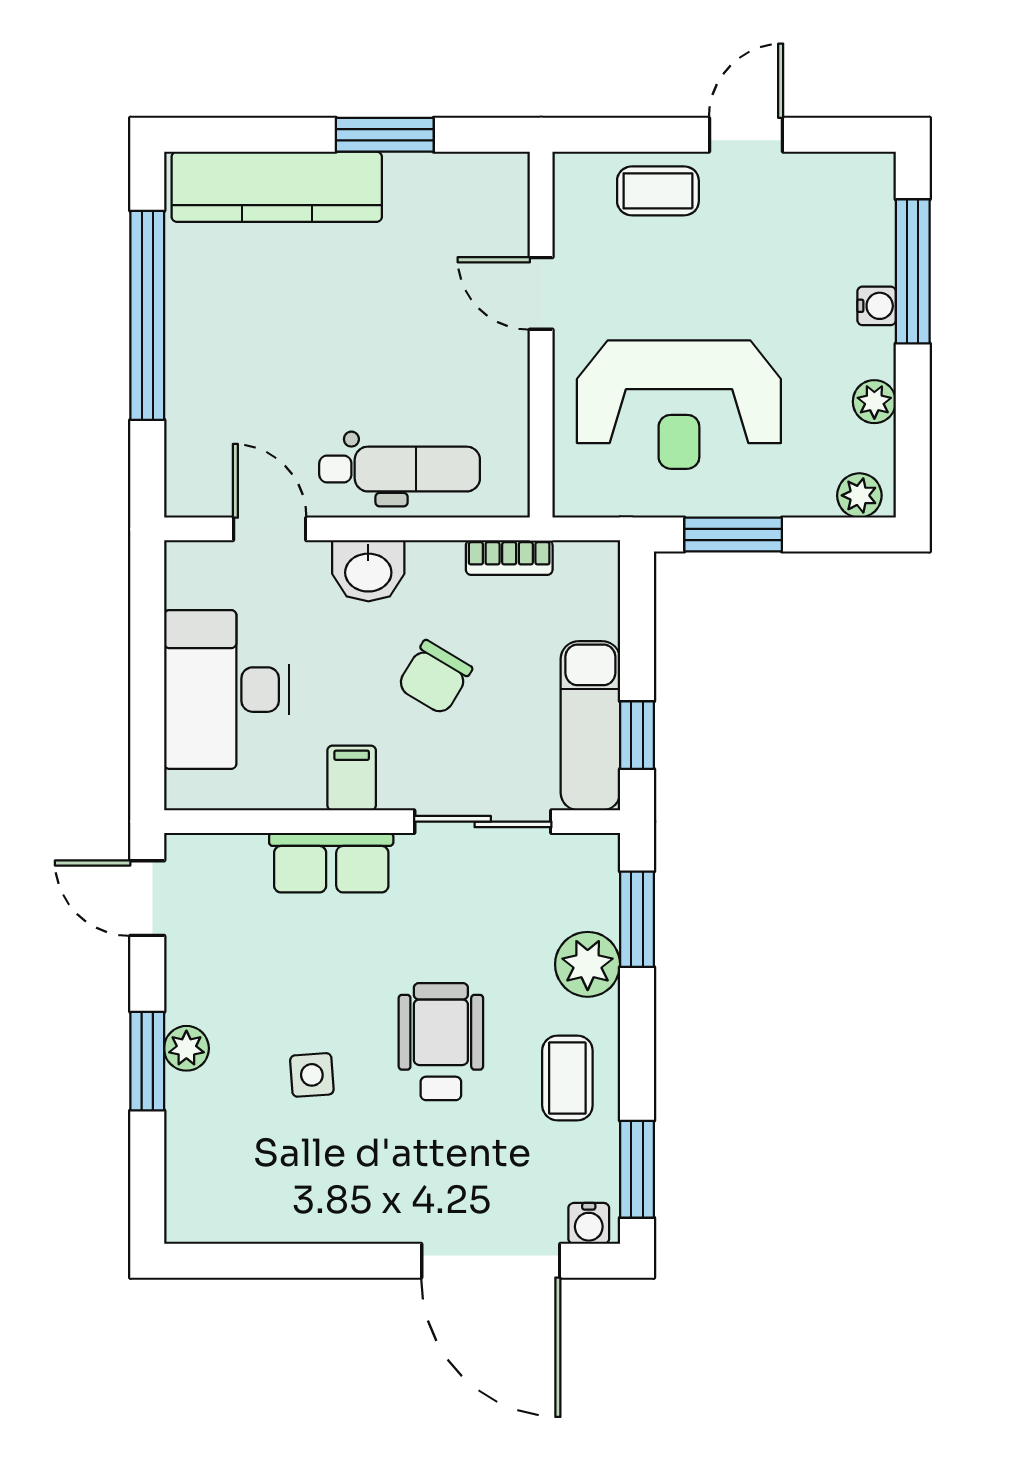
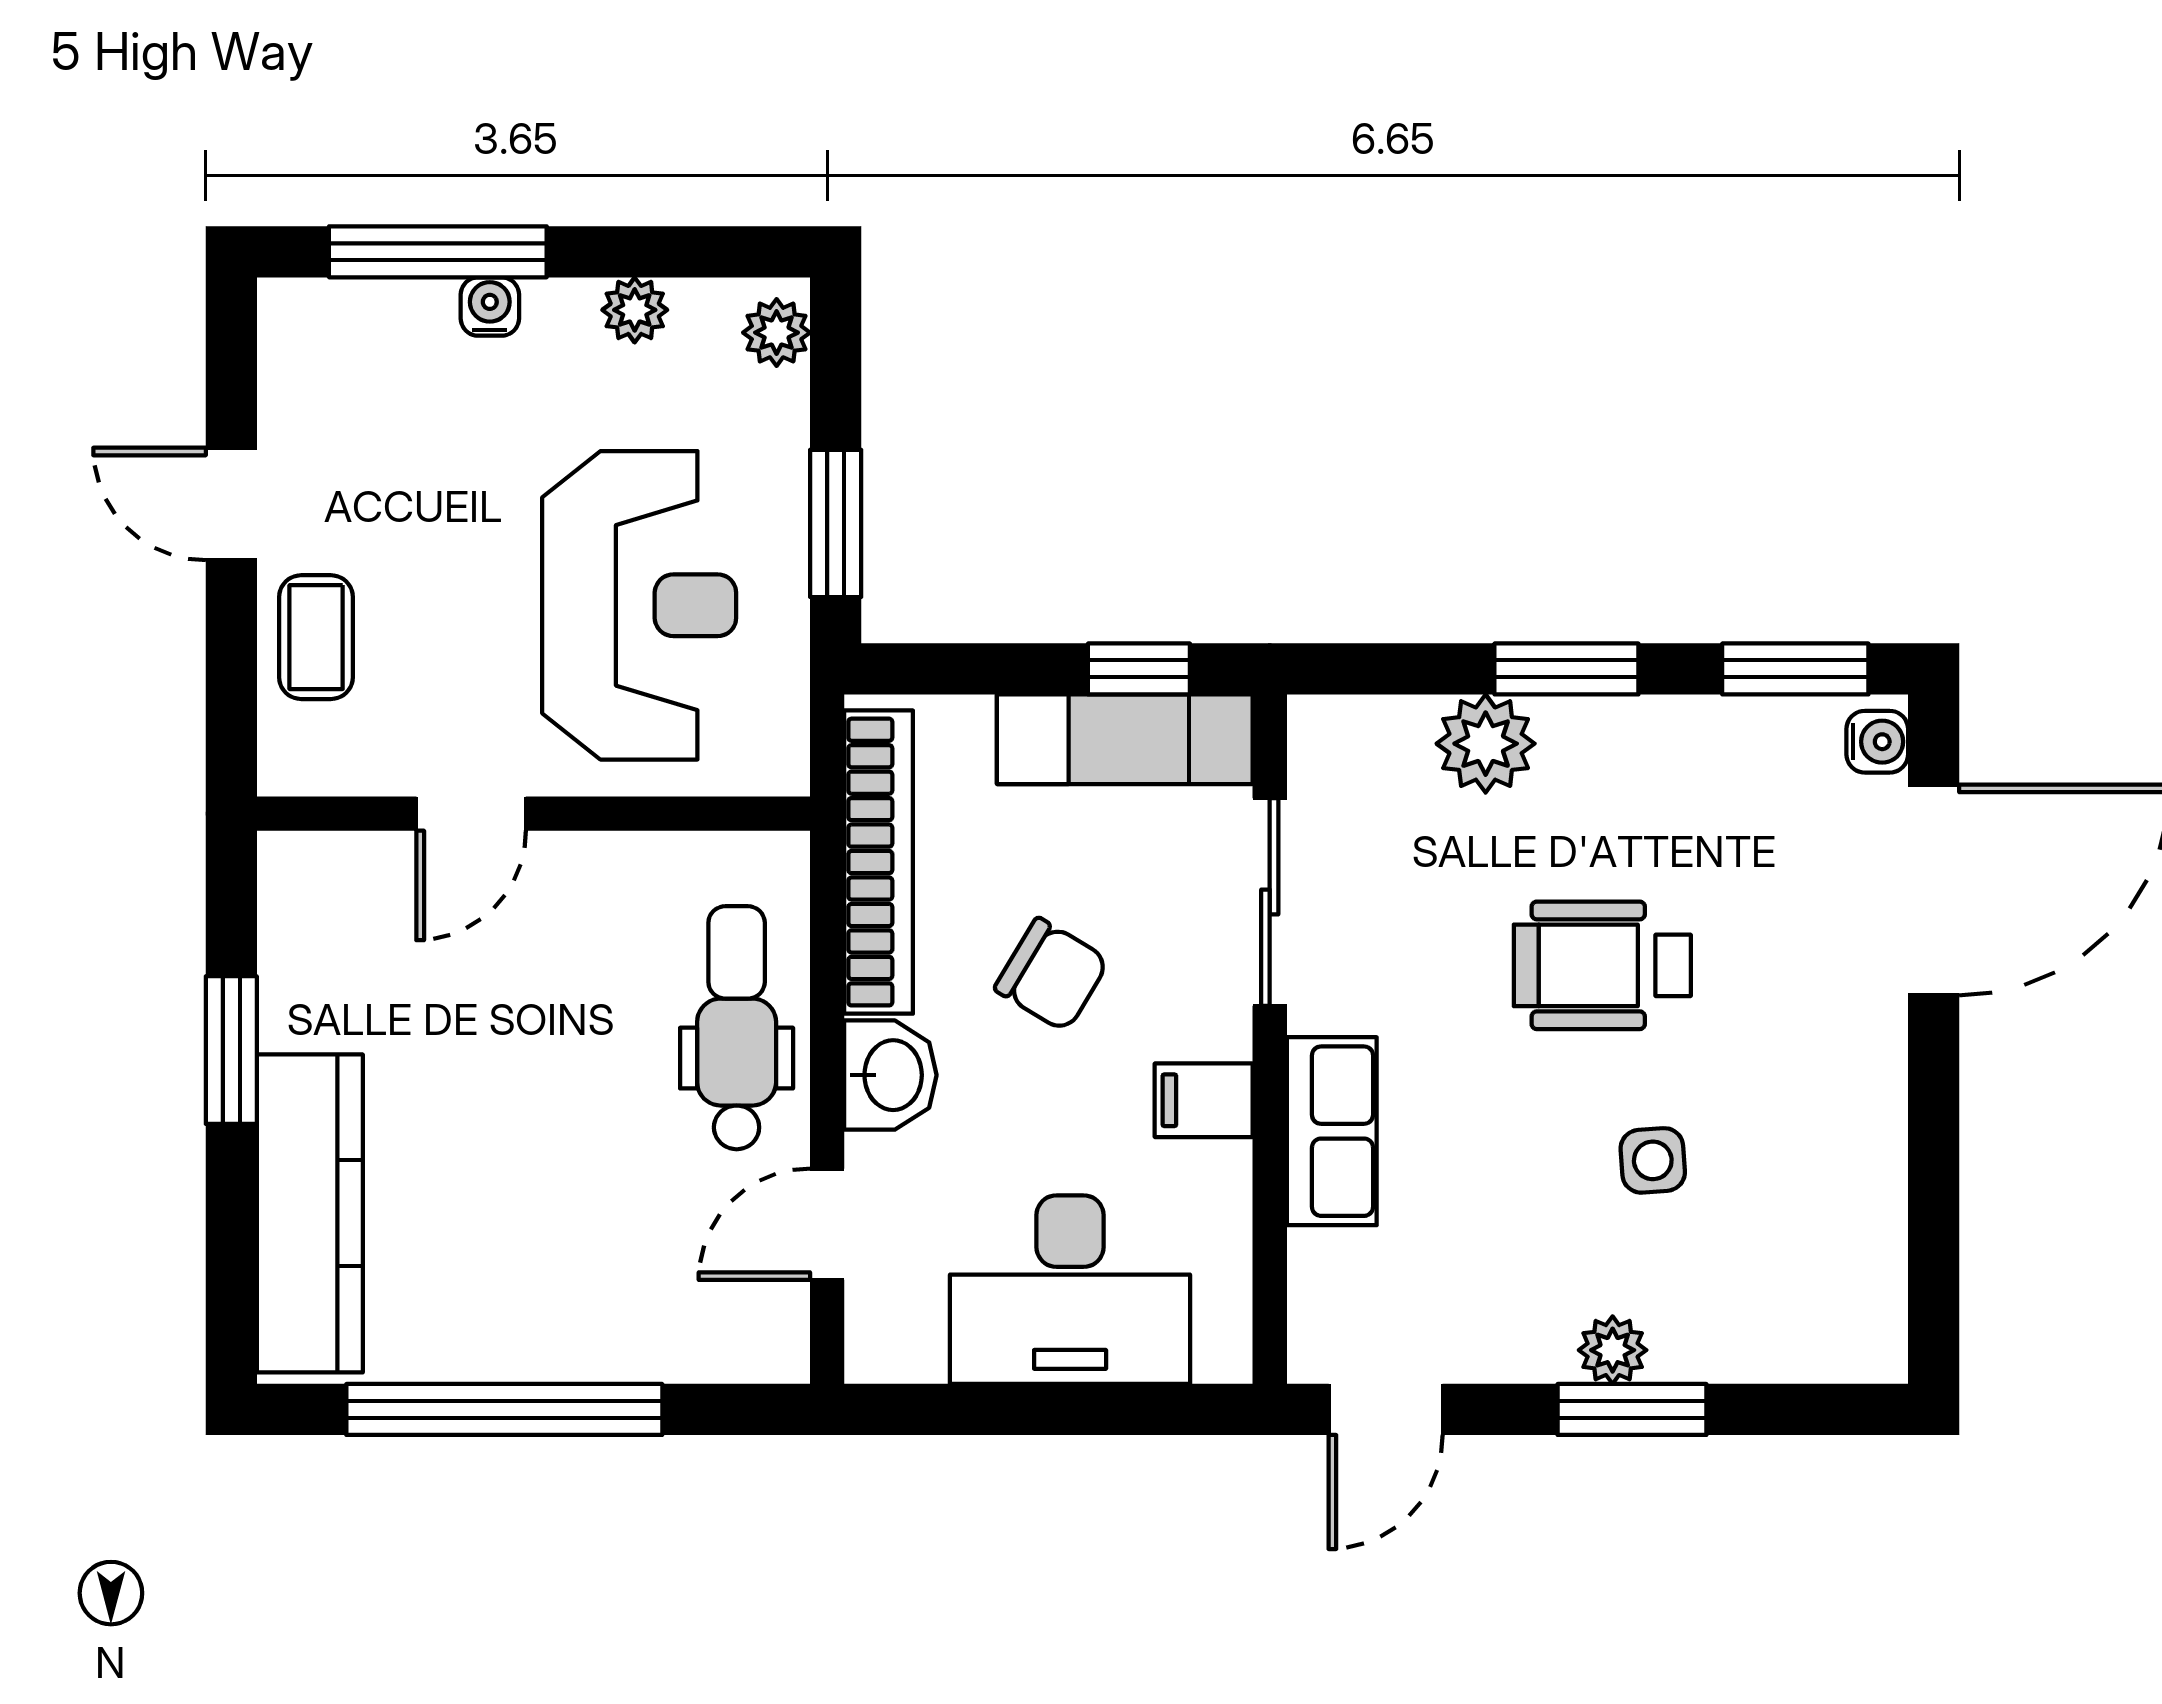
bookcase: (509, 557) -> (879, 862), width x2.31, depth x1.31
window: (637, 919) -> (1566, 669), moved
coffee table: (567, 1078) -> (1657, 774), removed

